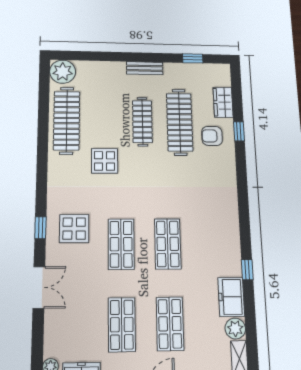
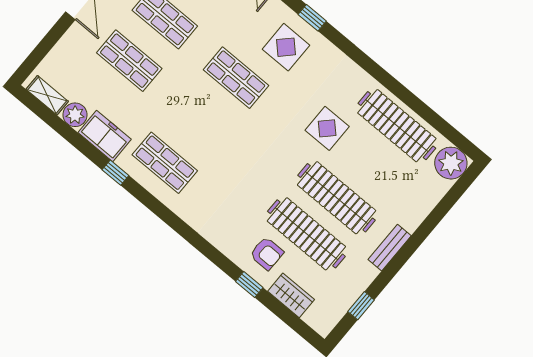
clothes rail: (142, 122) -> (337, 198), width x1.37, depth x1.31
armchair: (212, 136) -> (267, 253), turned 90
shop shelf: (168, 244) -> (165, 163), moved

